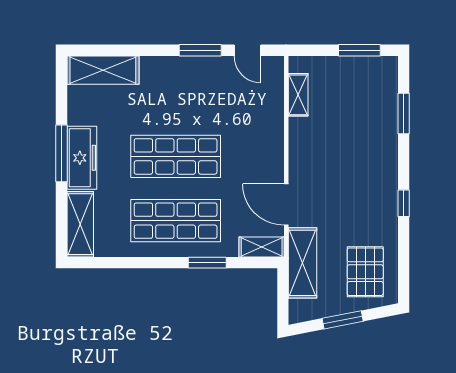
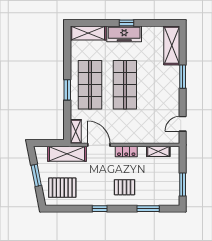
window: (200, 50) -> (183, 77), moved
window: (62, 153) -> (127, 23), width x0.46
locker: (299, 154) -> (126, 152), added
pallet: (364, 157) -> (124, 187), added
door: (286, 205) -> (99, 145), hinge flipped
window: (207, 263) -> (67, 90), moved

